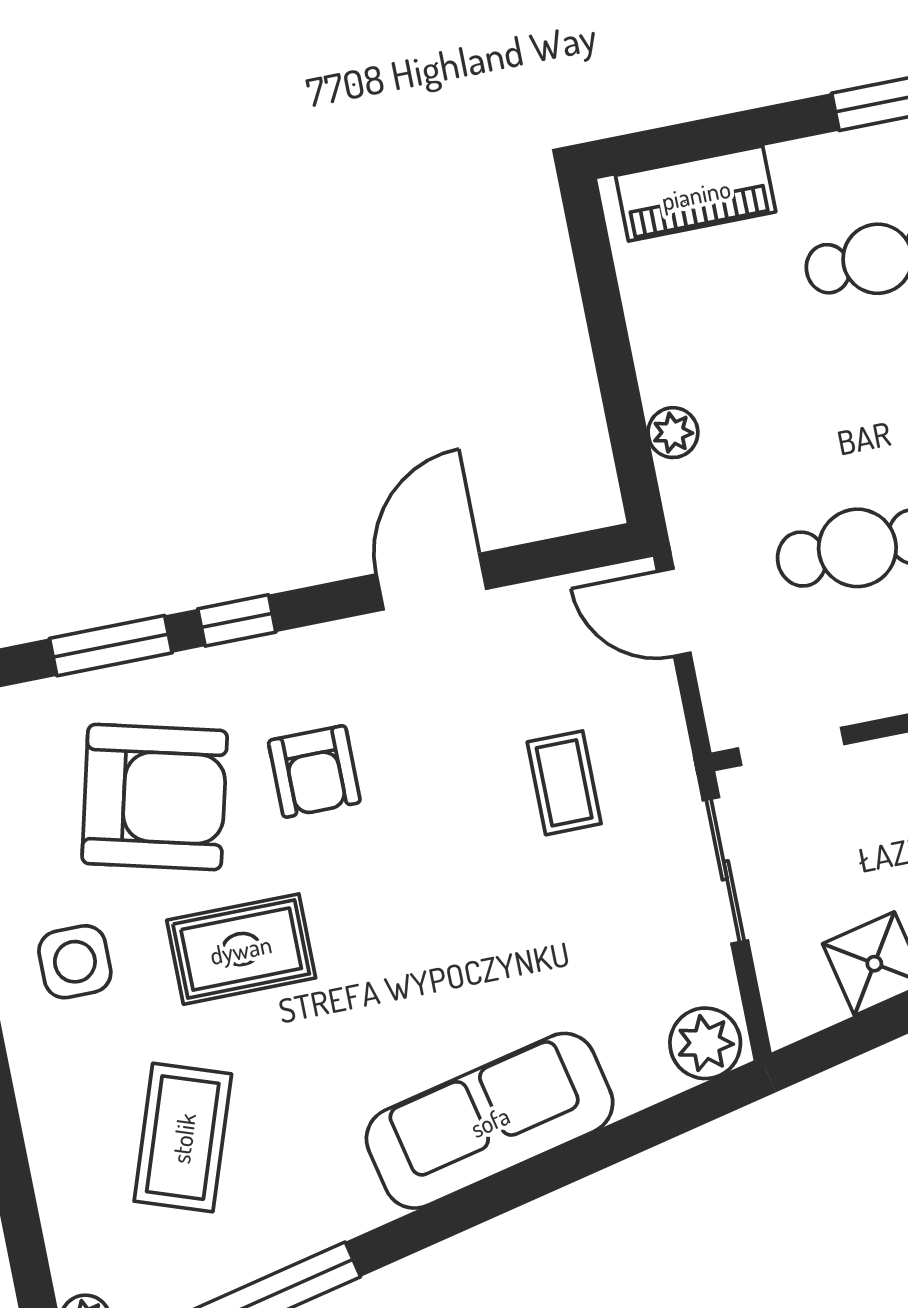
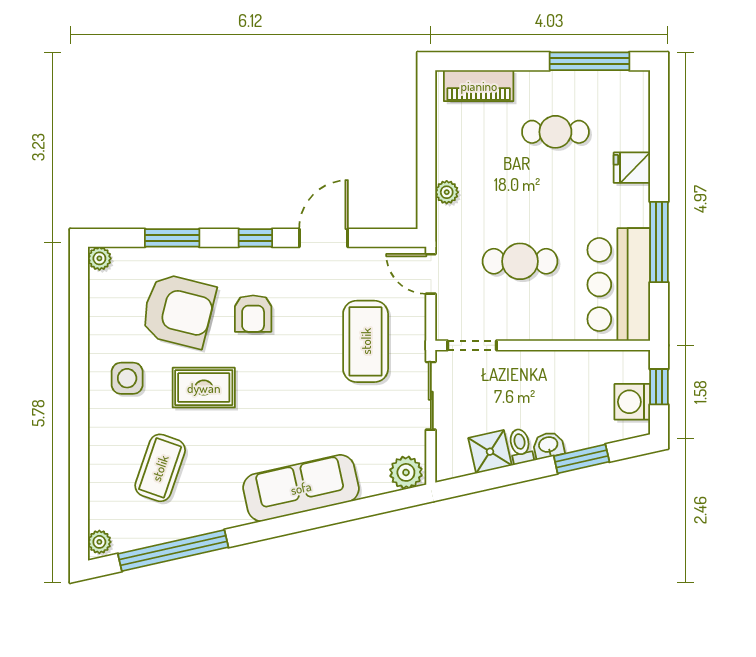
window: (237, 620) -> (255, 238), moved
coffee table: (564, 783) -> (366, 341), width x1.86, depth x1.72

